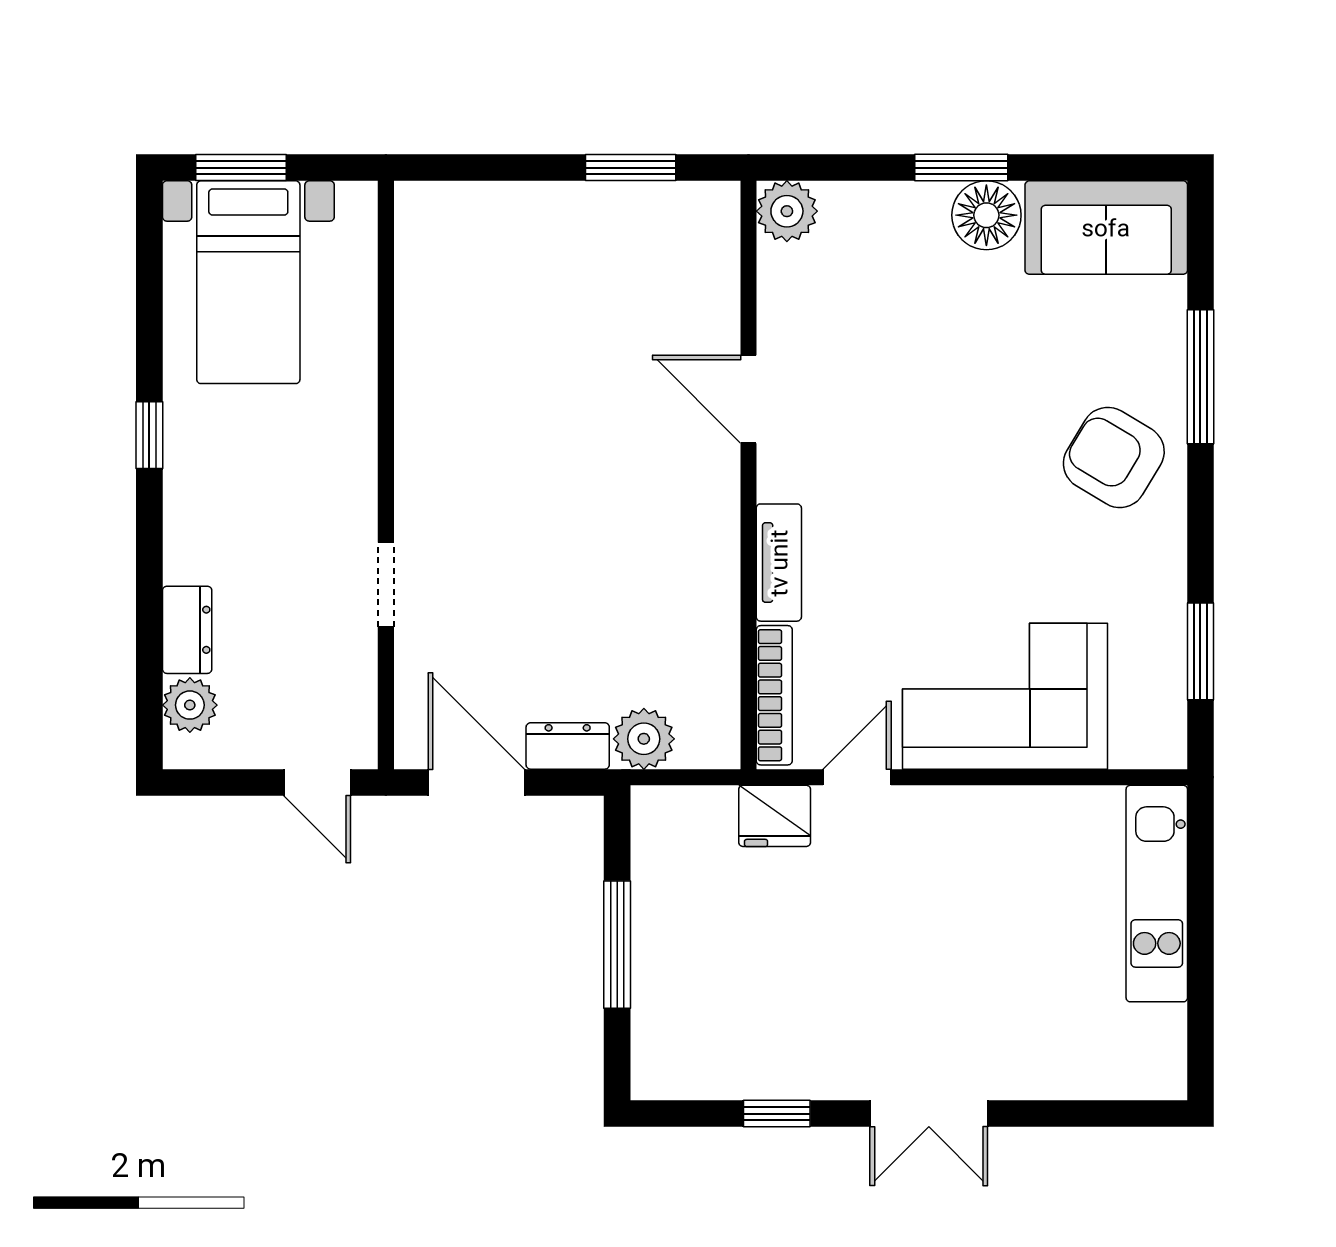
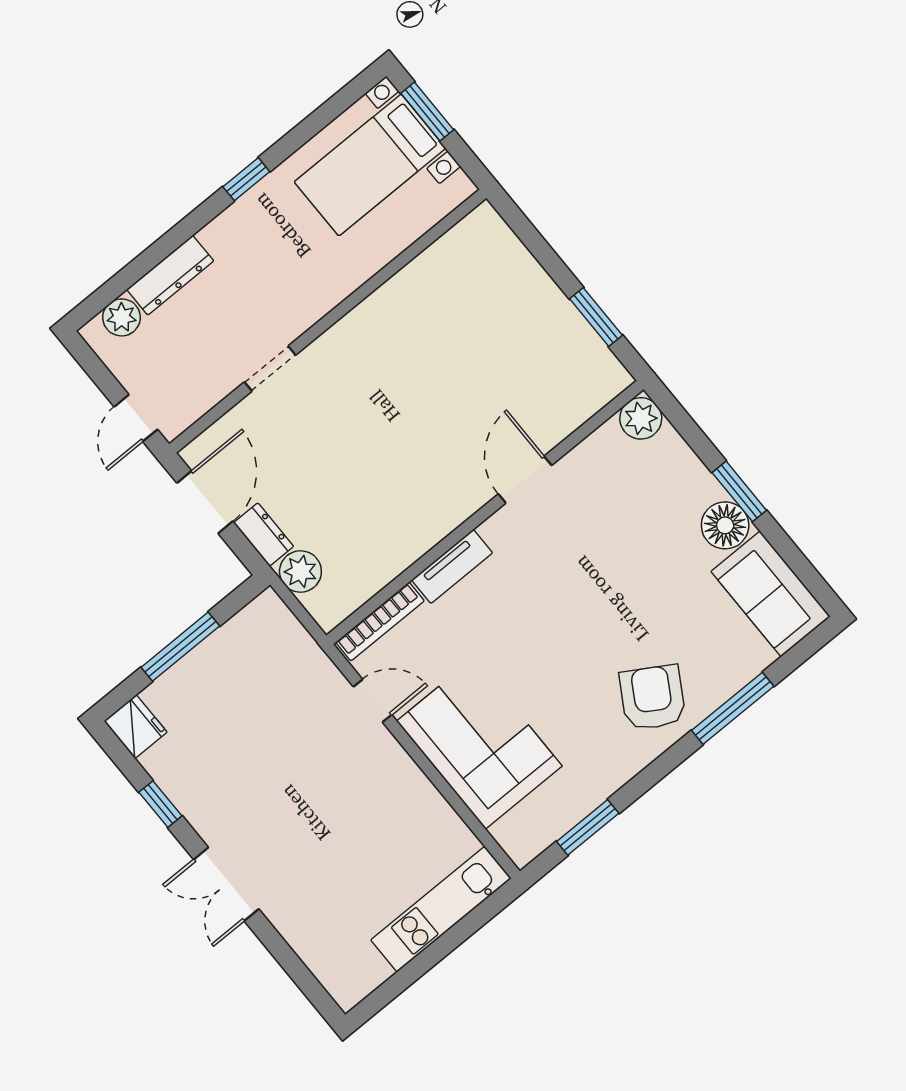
dresser: (187, 630) -> (170, 275), width x1.44
fridge: (775, 816) -> (136, 727), moved, turned 180

